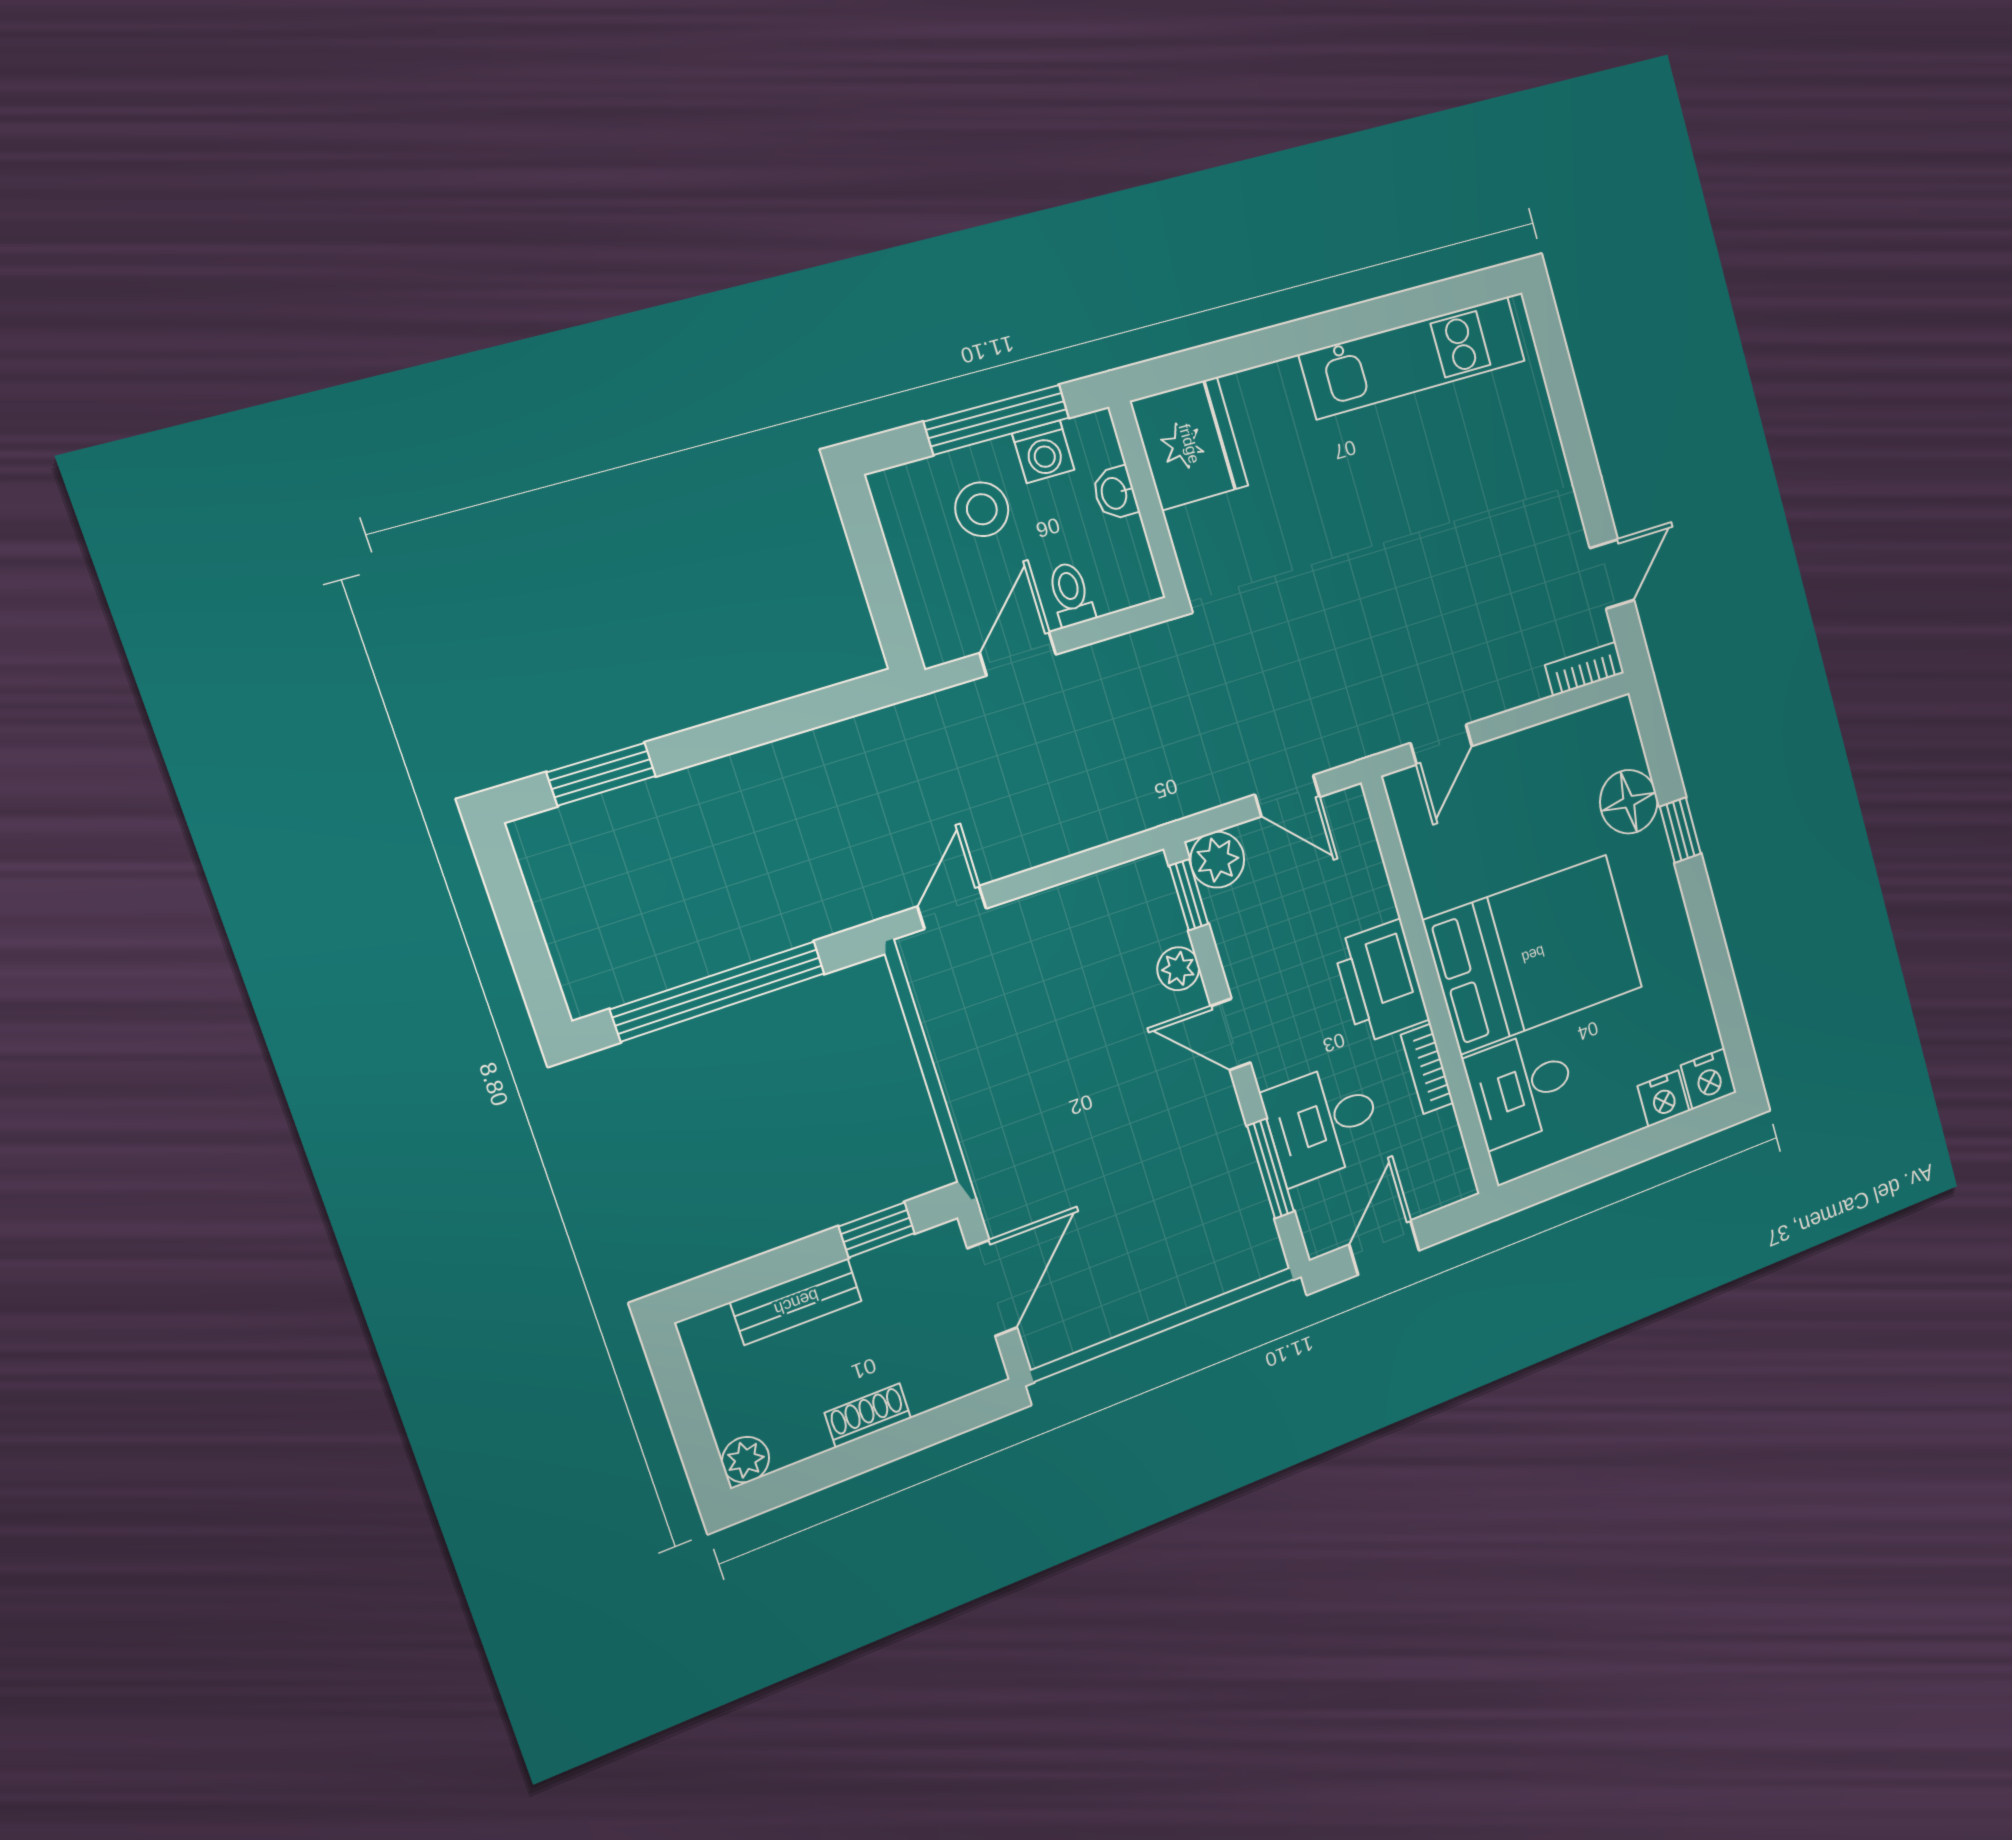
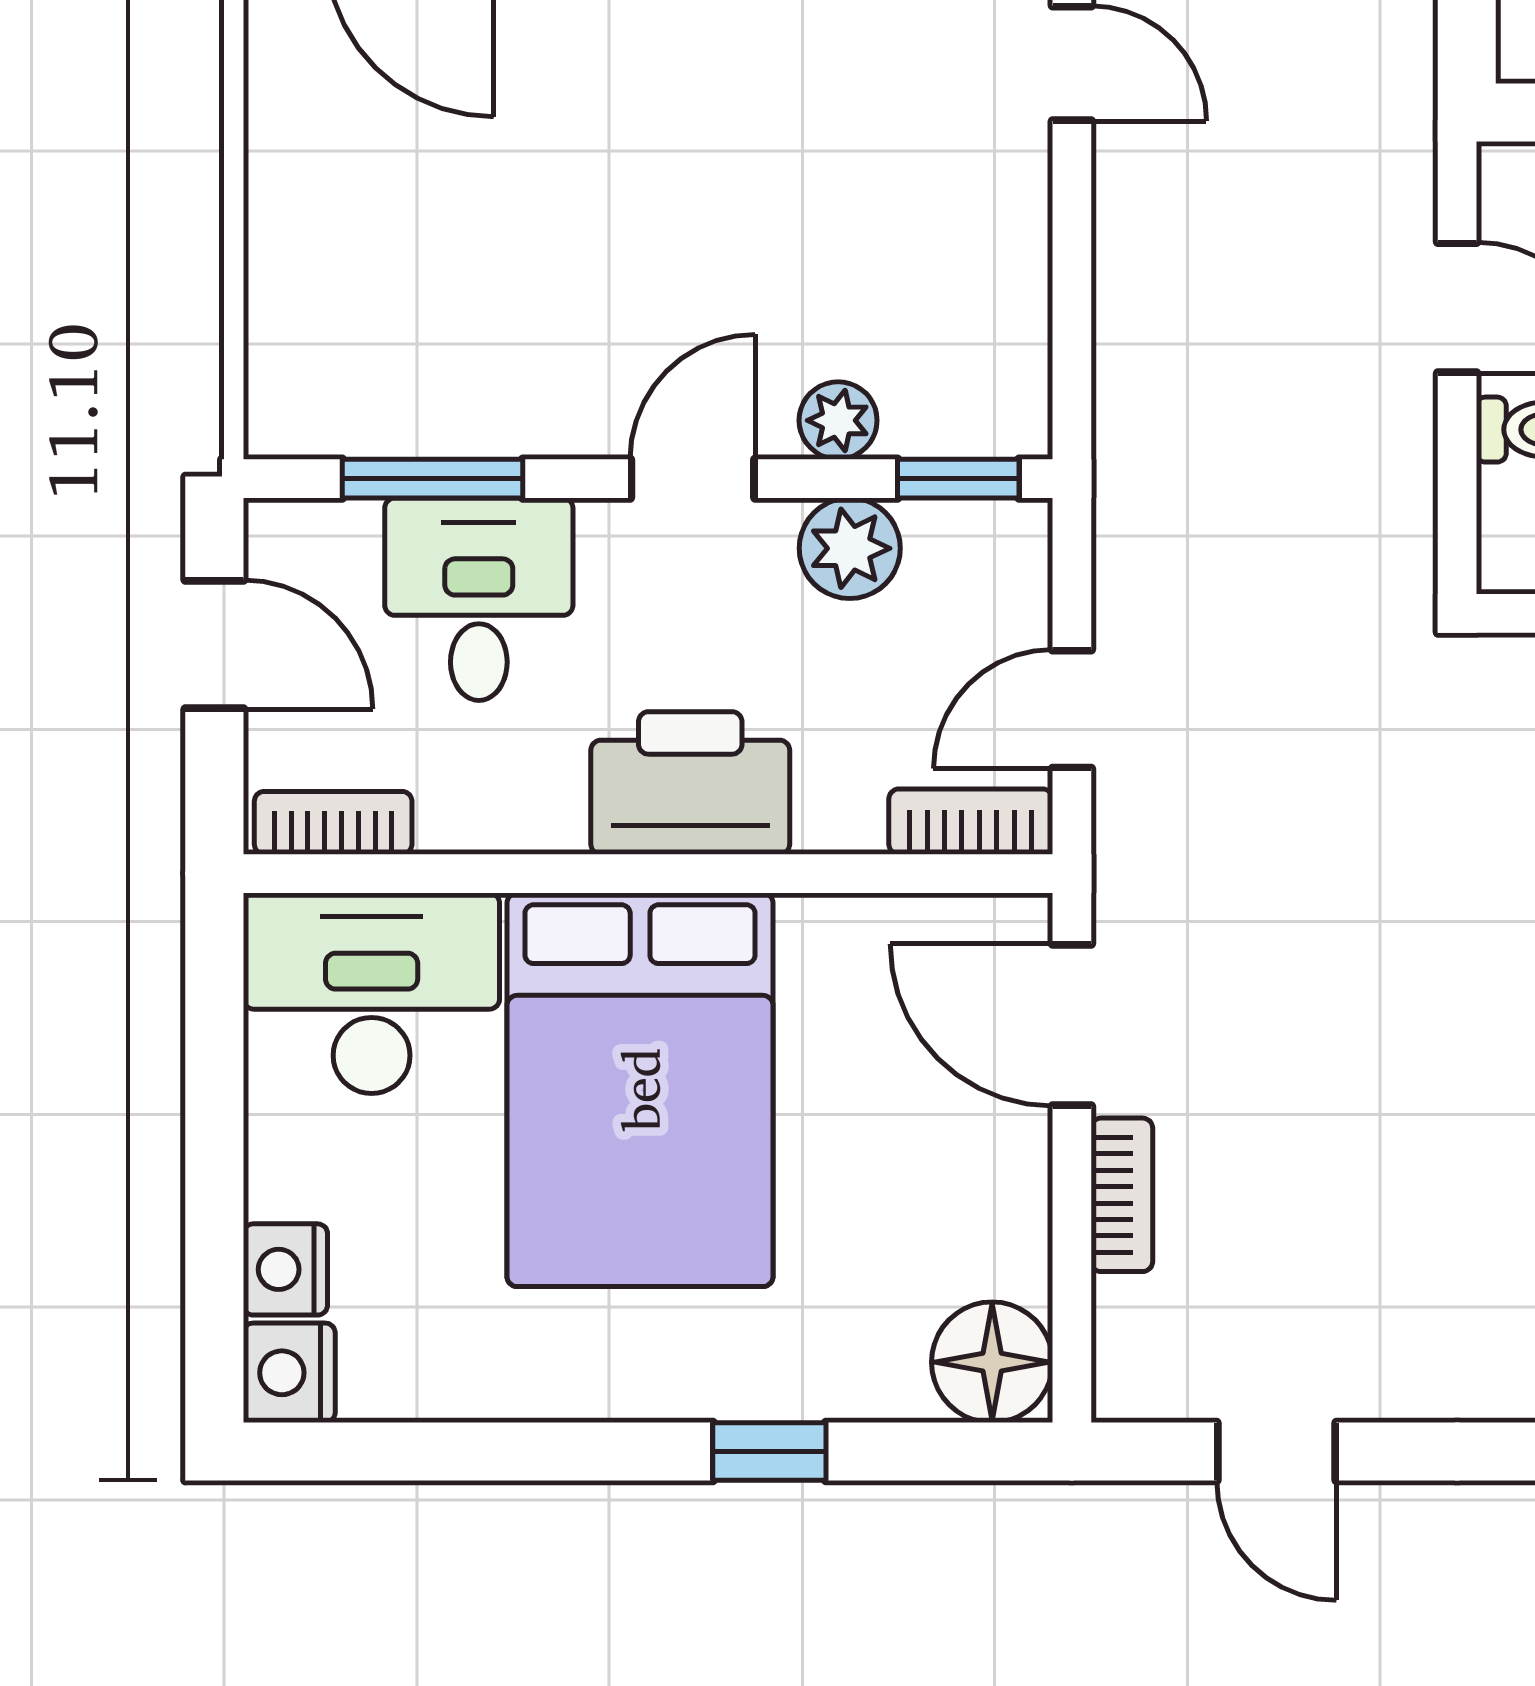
bookcase: (1585, 669) -> (1122, 1195), moved
door: (1441, 744) -> (1072, 1025), width x1.38
floor lamp: (1629, 802) -> (992, 1362), moved
bookcase: (1358, 830) -> (971, 822), added
plant: (1217, 860) -> (850, 548), moved
bookcase: (1427, 1069) -> (333, 823), moved
desk: (1521, 1088) -> (372, 993), width x1.37

